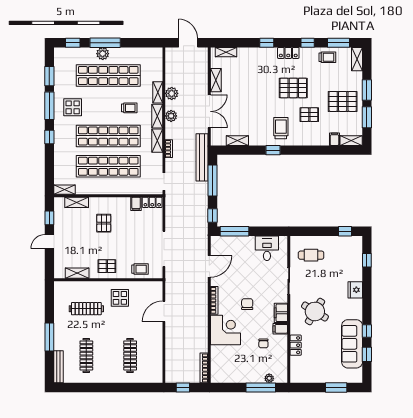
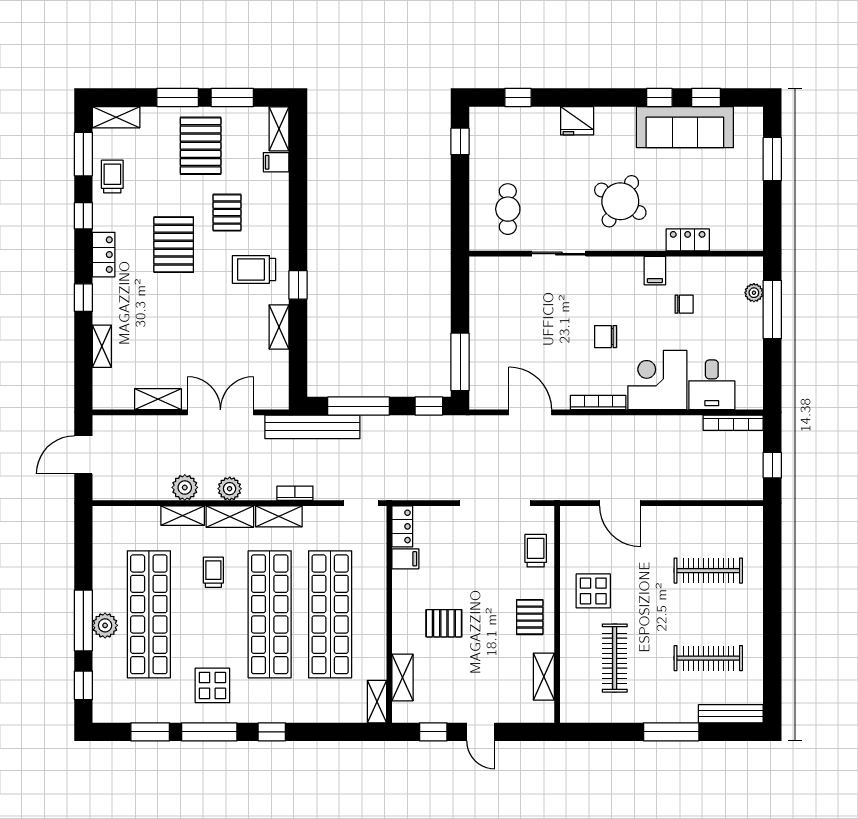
shelving: (226, 52) -> (102, 346), moved
shelving: (237, 141) -> (279, 327), moved
desk: (267, 248) -> (712, 385), moved, turned -90
filing cabinet: (281, 313) -> (623, 269), removed

